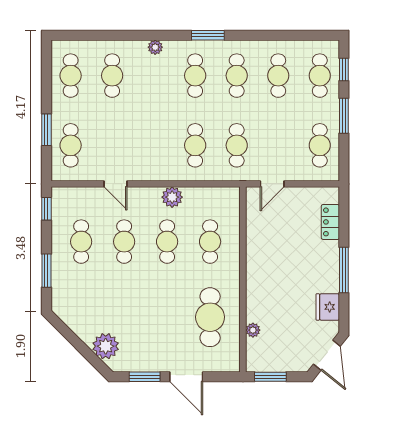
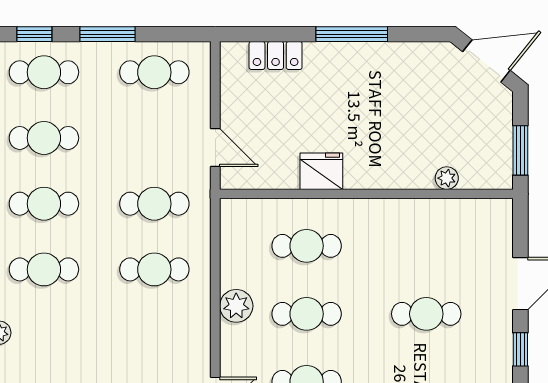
fridge: (328, 307) -> (321, 171), moved, turned 180
cafe table: (210, 317) -> (426, 314), moved, width x0.73, depth x0.74
window: (145, 377) -> (520, 349), width x0.67

